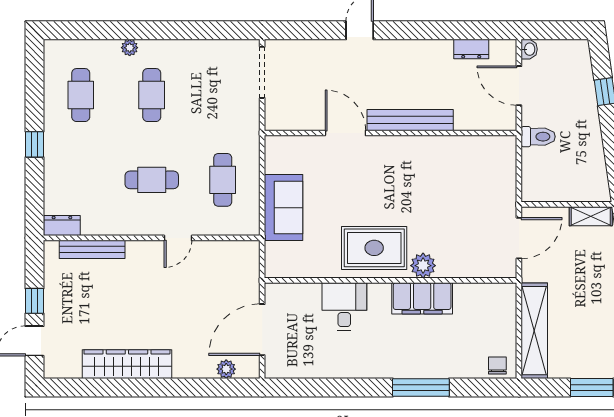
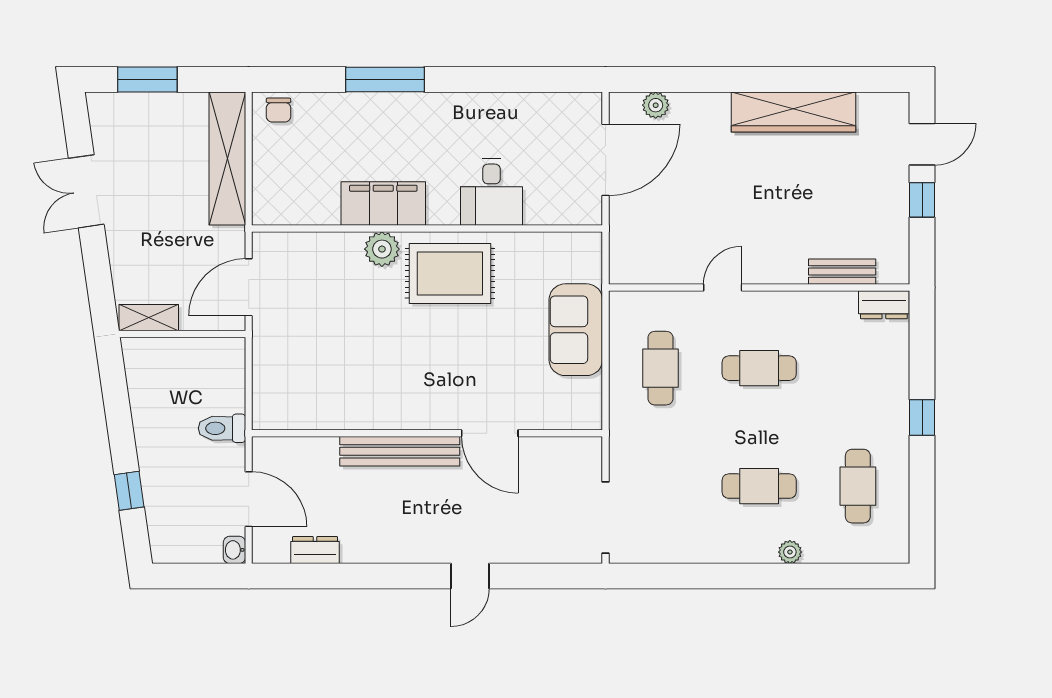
cafe table: (152, 95) -> (759, 486), turned 90
bench: (92, 249) -> (842, 272), width x0.73

